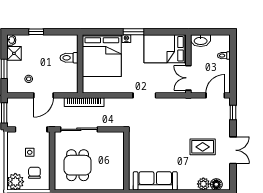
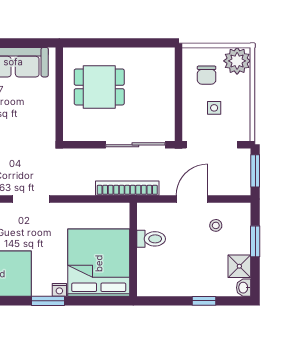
toilet: (69, 58) -> (151, 239), moved
dining table: (78, 165) -> (99, 87), moved, turned 90

